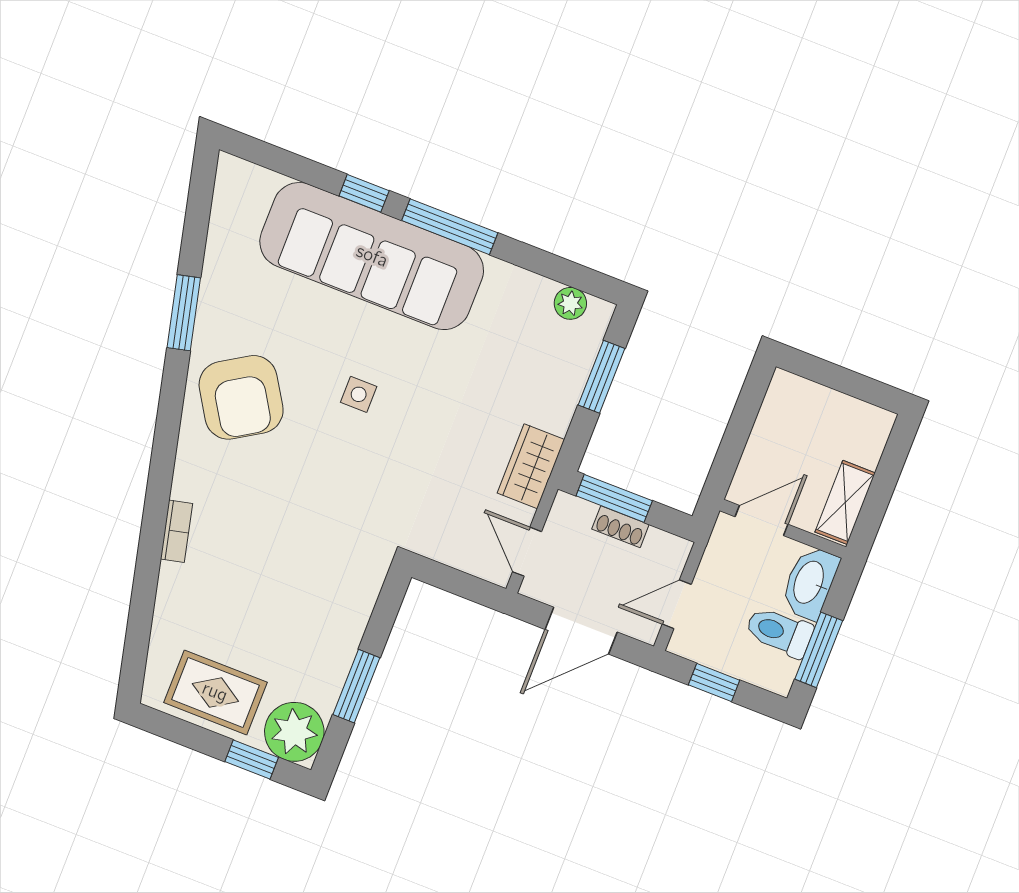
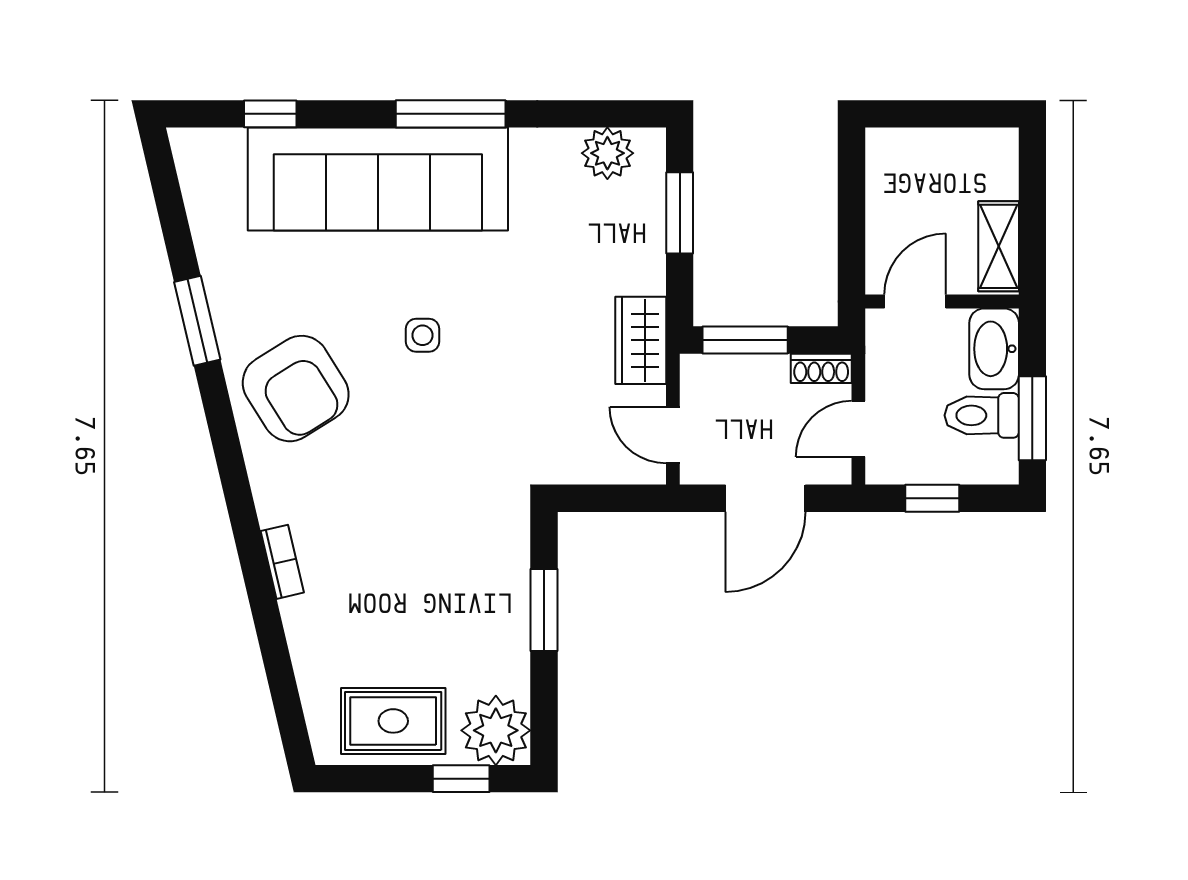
window: (364, 193) -> (270, 114), moved
plant: (570, 303) -> (607, 153), width x1.38, depth x1.38
shoe rack: (620, 527) -> (821, 368), moved
window: (356, 686) -> (544, 610), moved

